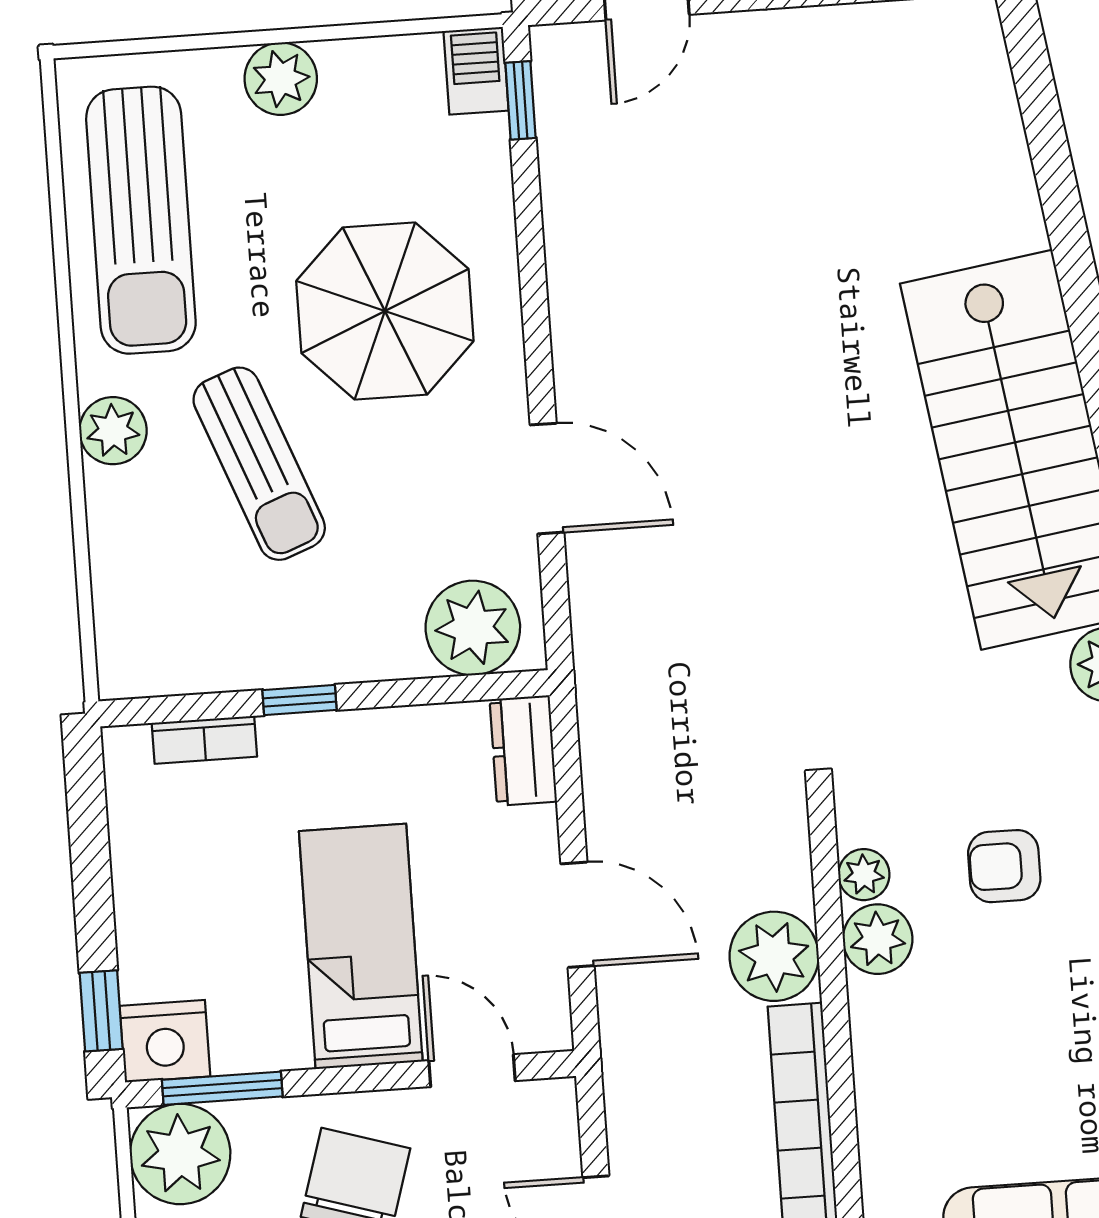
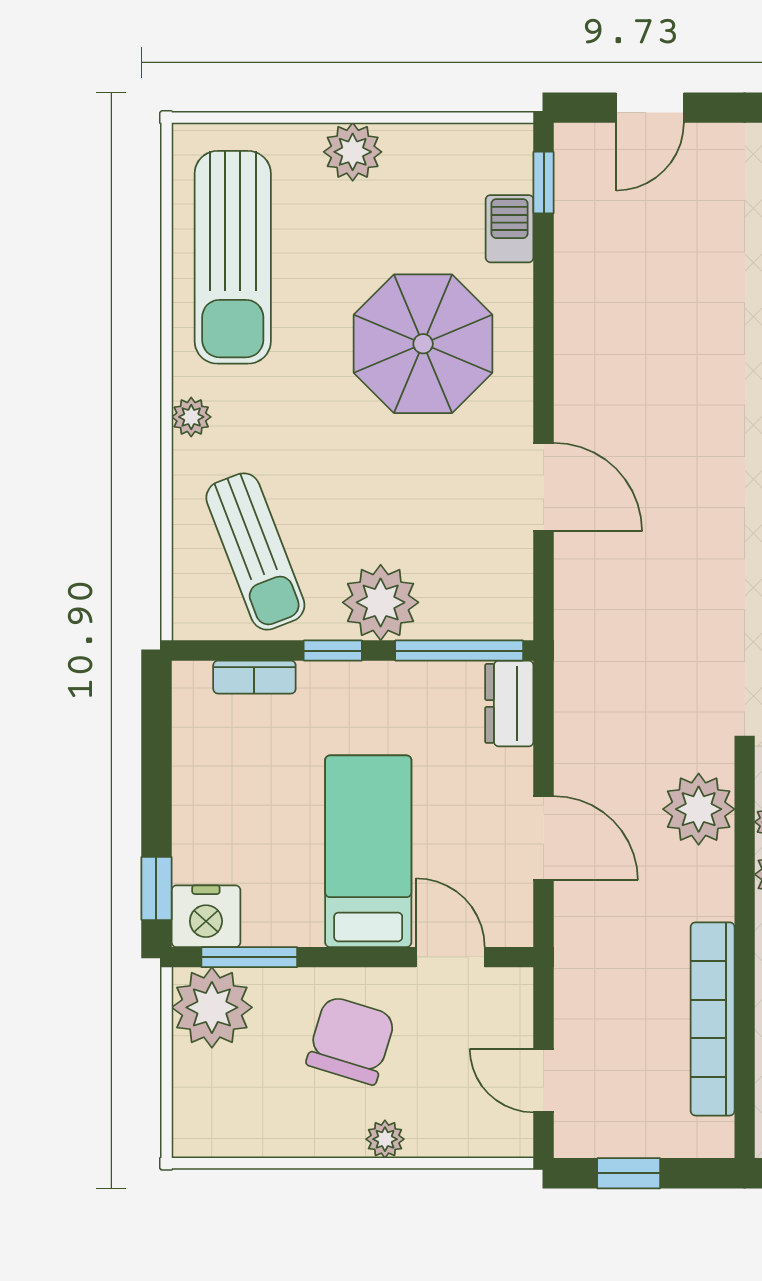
barbecue: (476, 71) -> (510, 229), moved
plant: (113, 431) -> (191, 417), width x0.73, depth x0.73
sun lounger: (259, 464) -> (255, 551), moved
plant: (473, 628) -> (381, 602), moved
window: (456, 689) -> (459, 651), added
plant: (774, 956) -> (699, 809), moved

